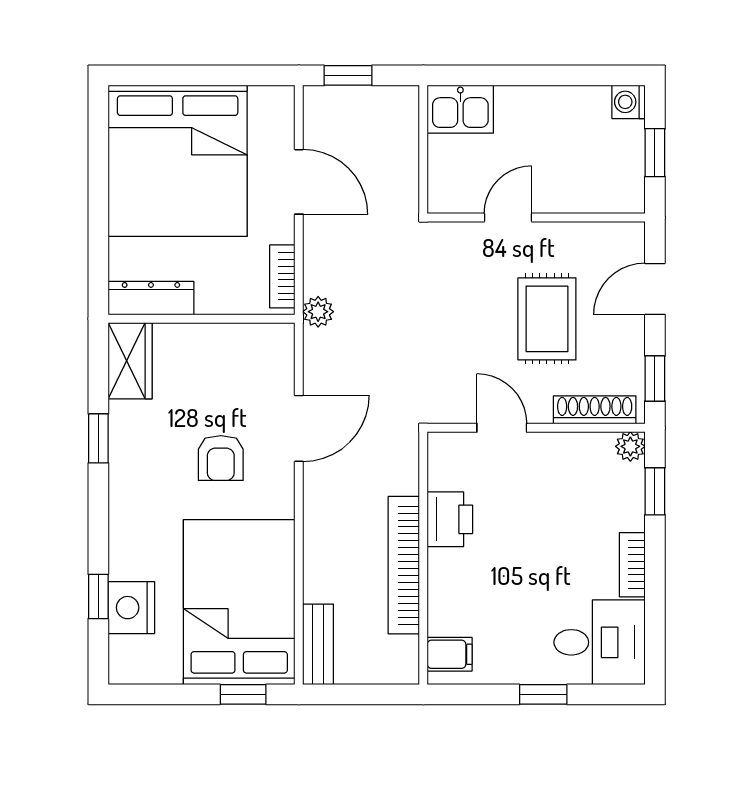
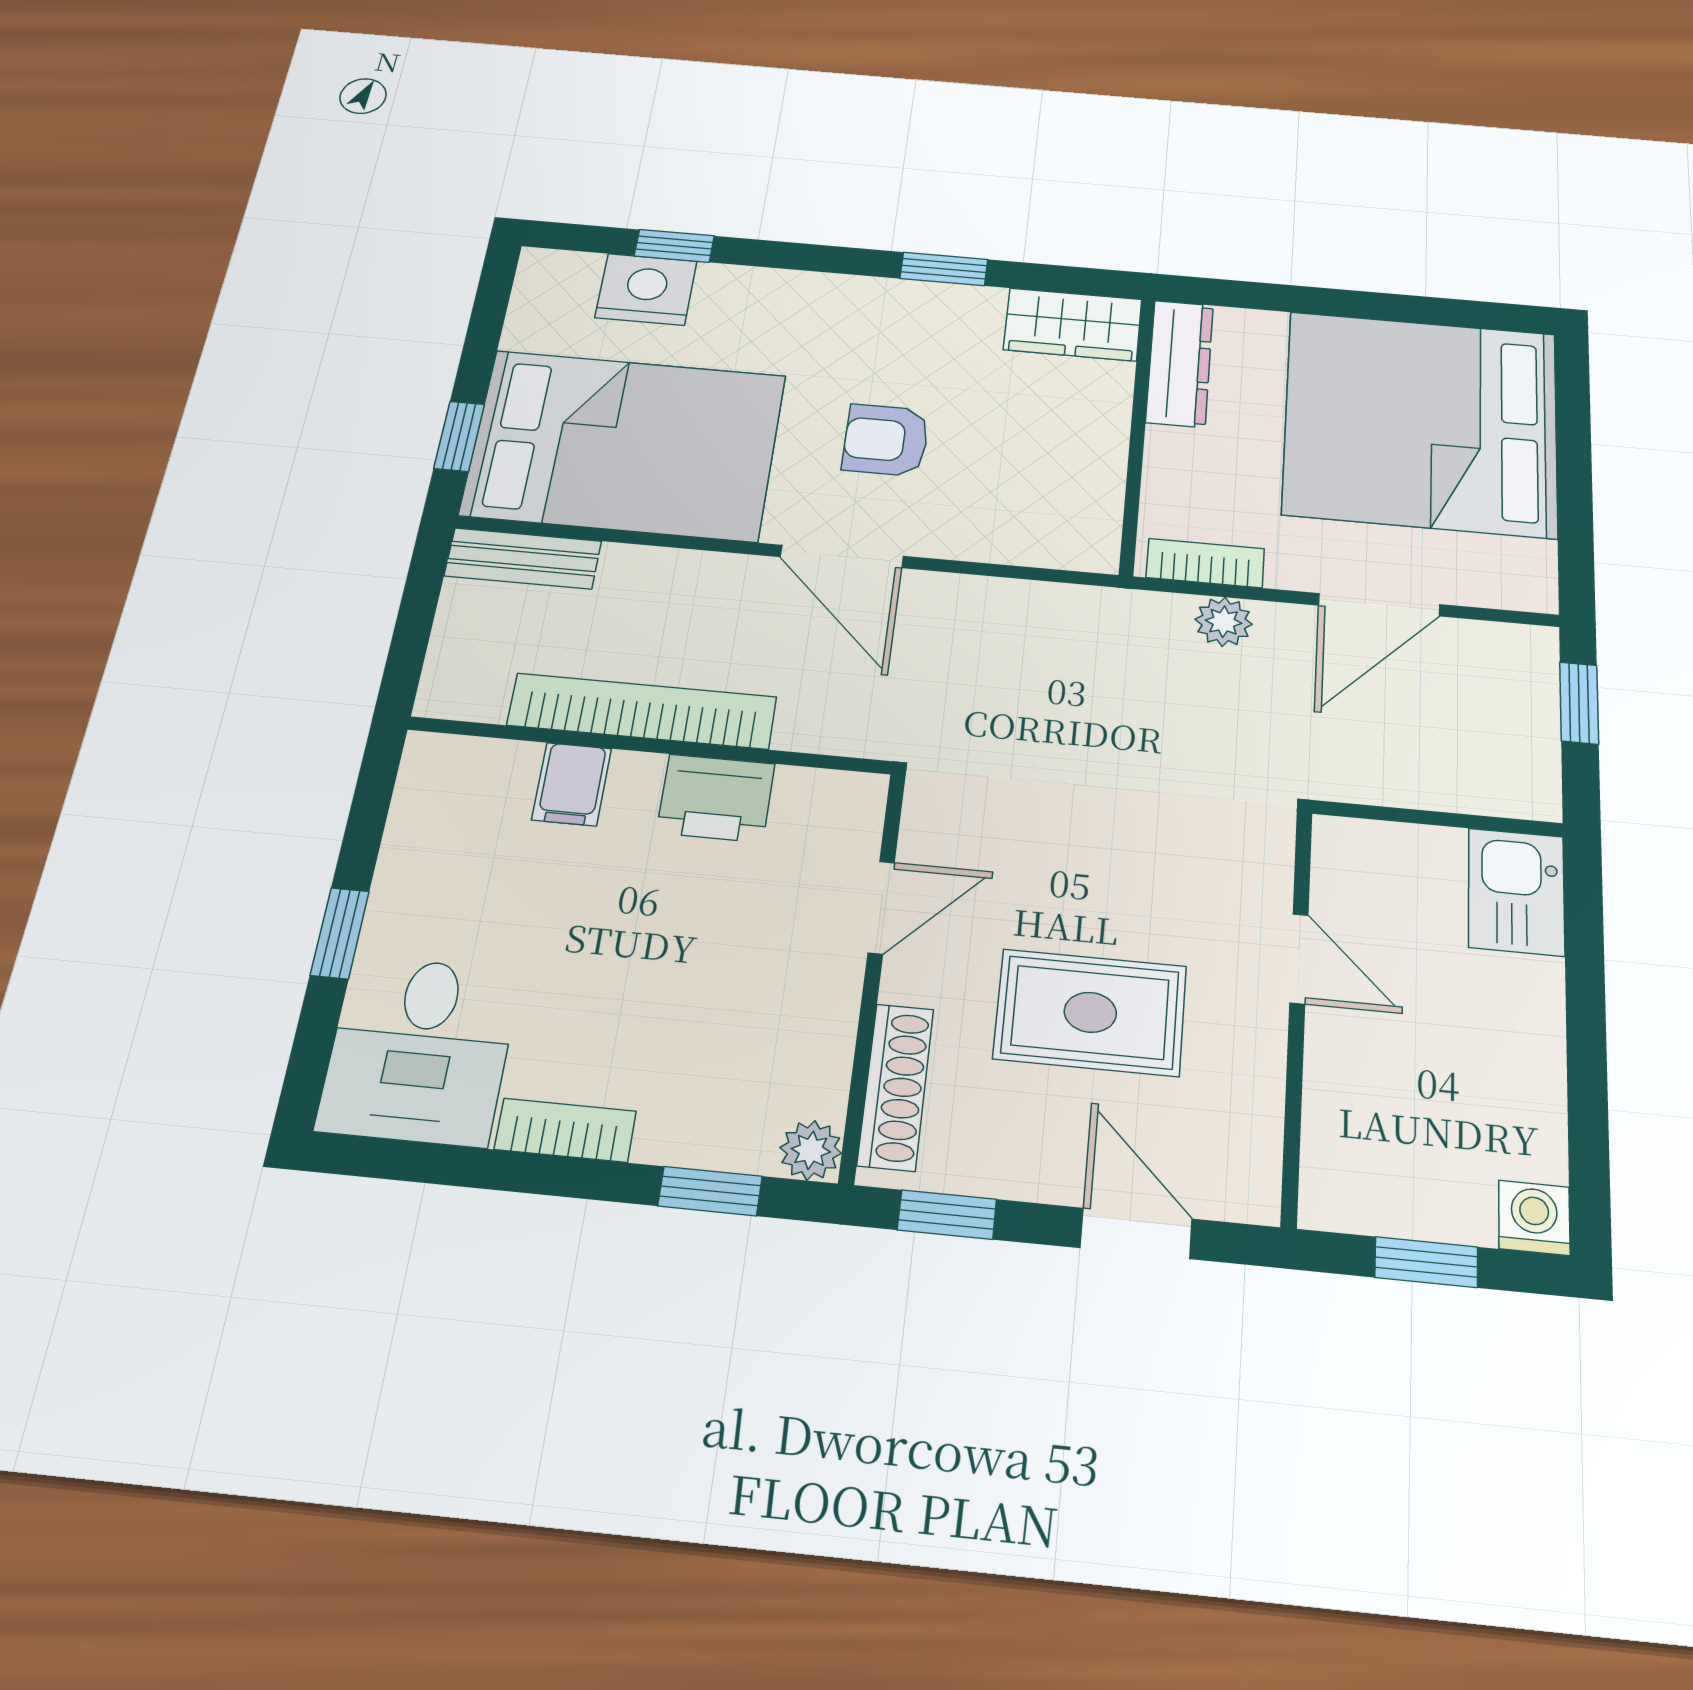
plant: (318, 312) -> (1224, 622), moved
door: (299, 428) -> (842, 556), moved
filing cabinet: (450, 654) -> (572, 784), moved

